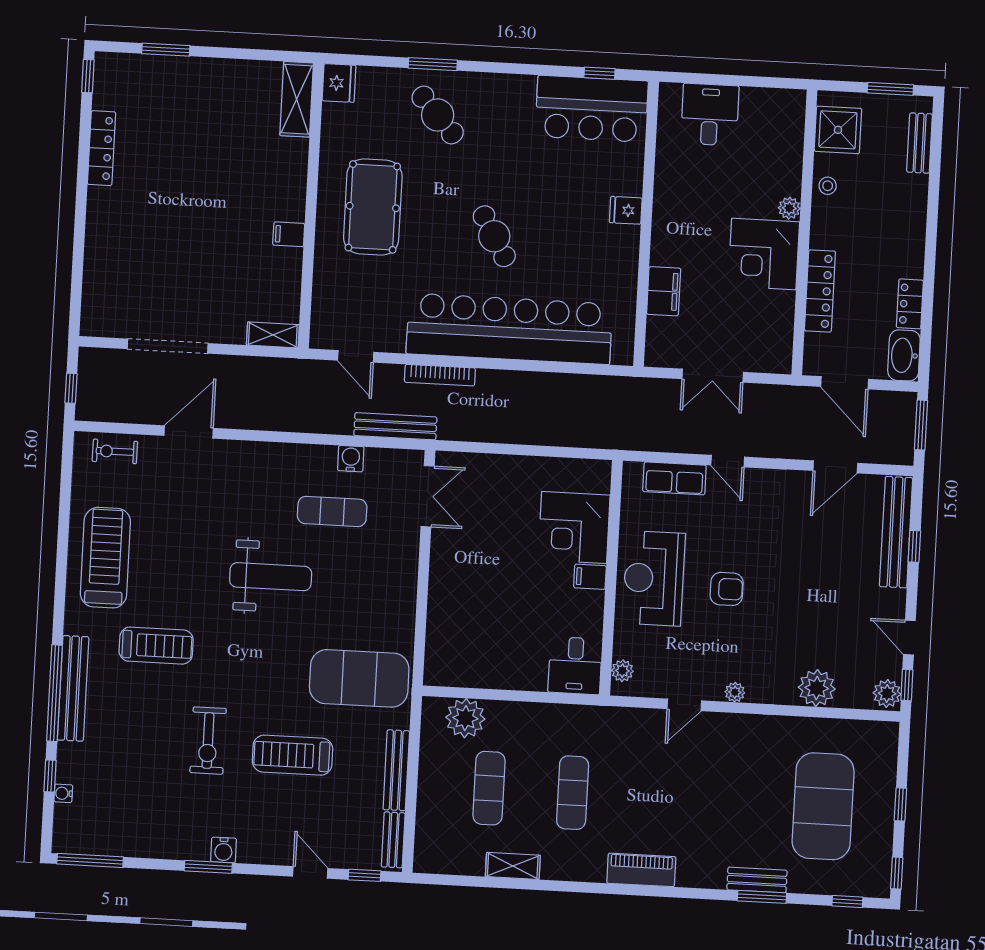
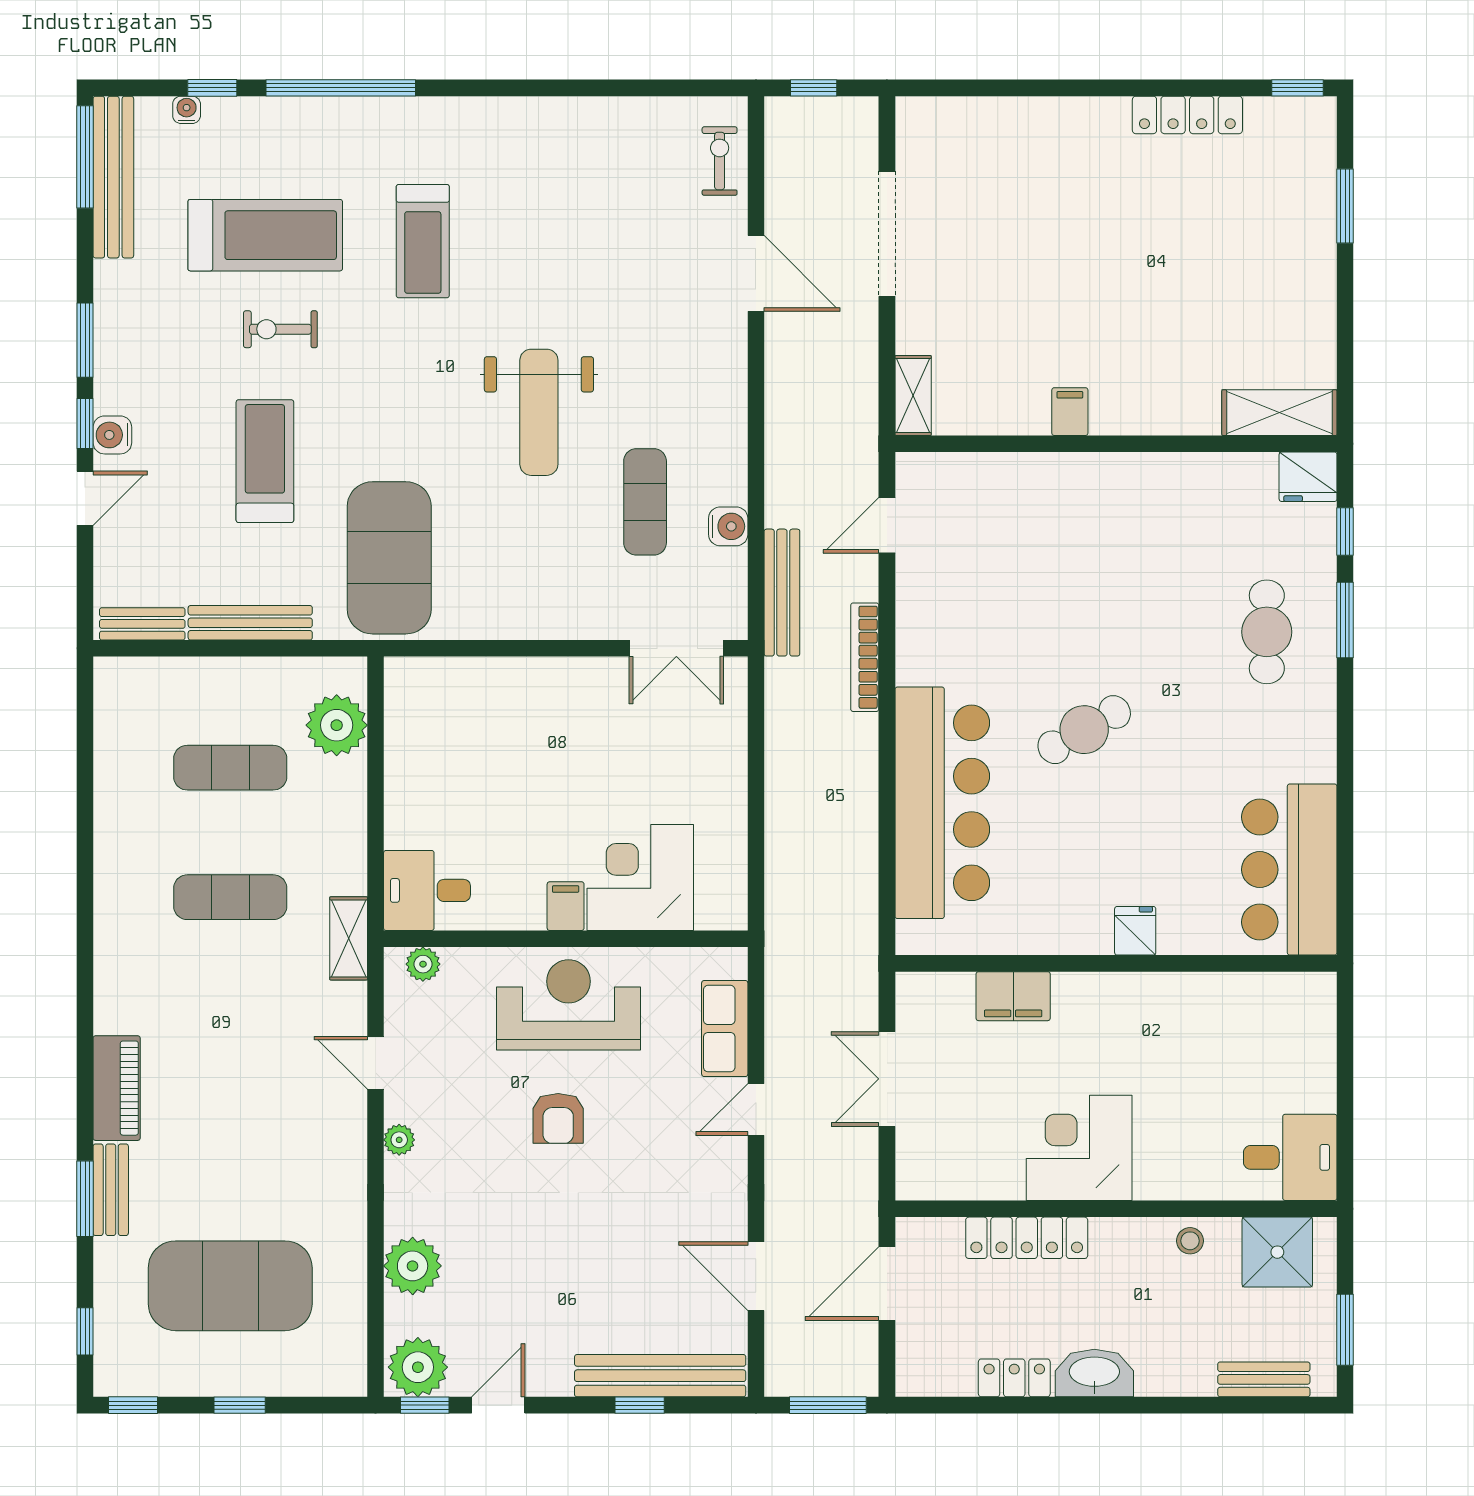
window: (600, 73) -> (1345, 531), moved
cafe table: (438, 115) -> (1267, 632), turned -48
desk: (710, 115) -> (1290, 1157), moved
pool table: (373, 207) -> (1119, 539), removed
plant: (789, 208) -> (1152, 1183), removed
bar counter: (509, 329) -> (942, 803), width x0.73
washbasin: (904, 355) -> (1094, 1373), moved
treadmill: (105, 558) -> (265, 235), moved
bench: (73, 688) -> (113, 177), moved, turned 90
plant: (887, 694) -> (418, 1367), width x1.36, depth x1.36
exercise bike: (208, 741) -> (280, 329), width x0.73, depth x0.72
water cooler: (223, 850) -> (112, 435), moved
shelving: (513, 866) -> (349, 938), moved
piano: (641, 870) -> (117, 1088), moved
window: (365, 875) -> (85, 423), moved

